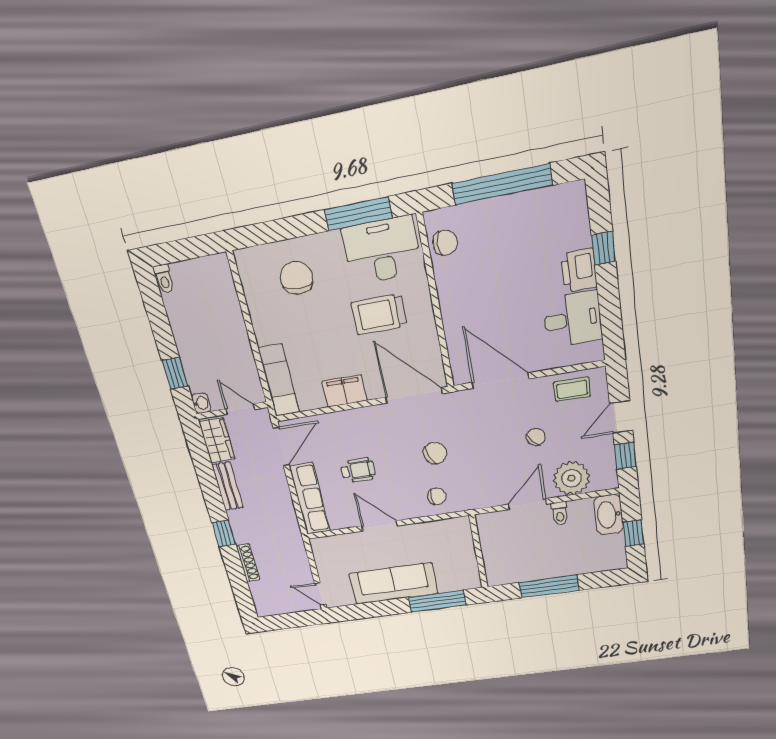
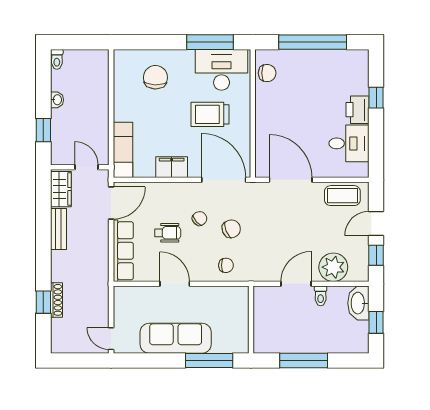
coffee table: (572, 389) -> (342, 196), width x1.36, depth x1.30
washbasin: (201, 403) -> (57, 100), moved
chair: (536, 437) -> (200, 219), moved
window: (224, 533) -> (43, 302), moved

